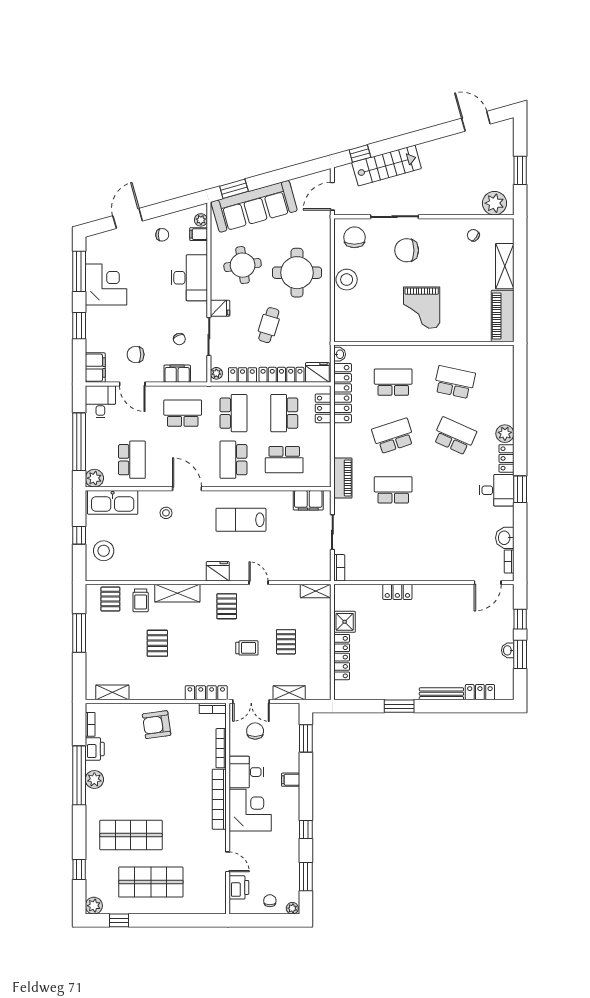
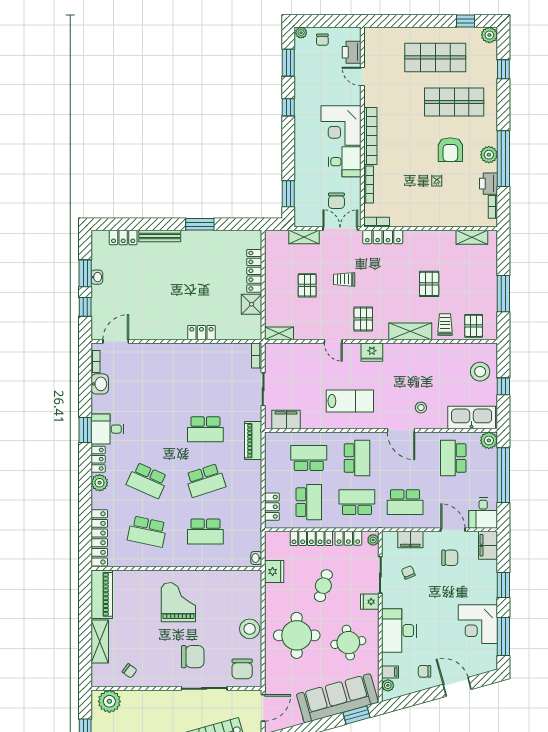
door: (128, 218) -> (457, 687), swing flipped
fridge: (317, 372) -> (274, 572), moved, turned -90
locker: (343, 393) -> (99, 538), moved, turned 180
school desk: (233, 413) -> (357, 502), turned 90
armchair: (157, 725) -> (450, 150), moved, turned 98
filing cabinet: (291, 780) -> (303, 154), removed

